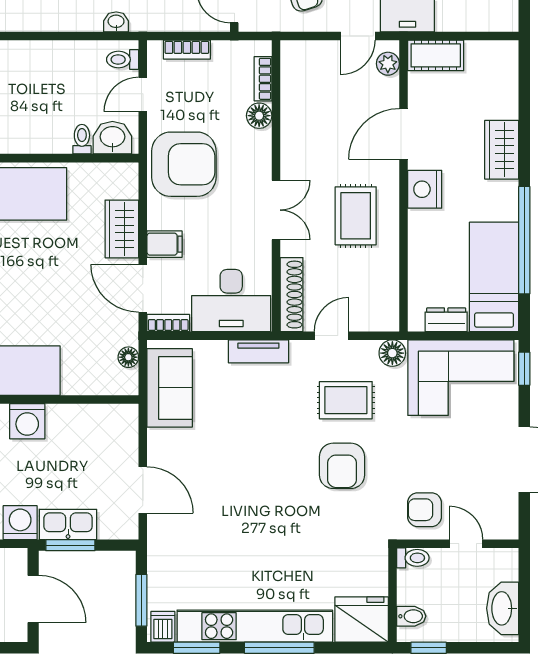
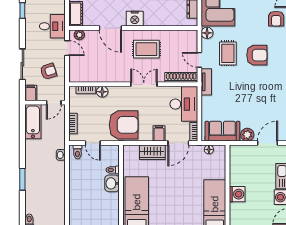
washbasin: (112, 138) -> (112, 183), moved
armchair: (184, 164) -> (124, 125), turned 90
tv unit: (258, 351) -> (206, 82), moved
plant: (162, 444) -> (247, 135), added

